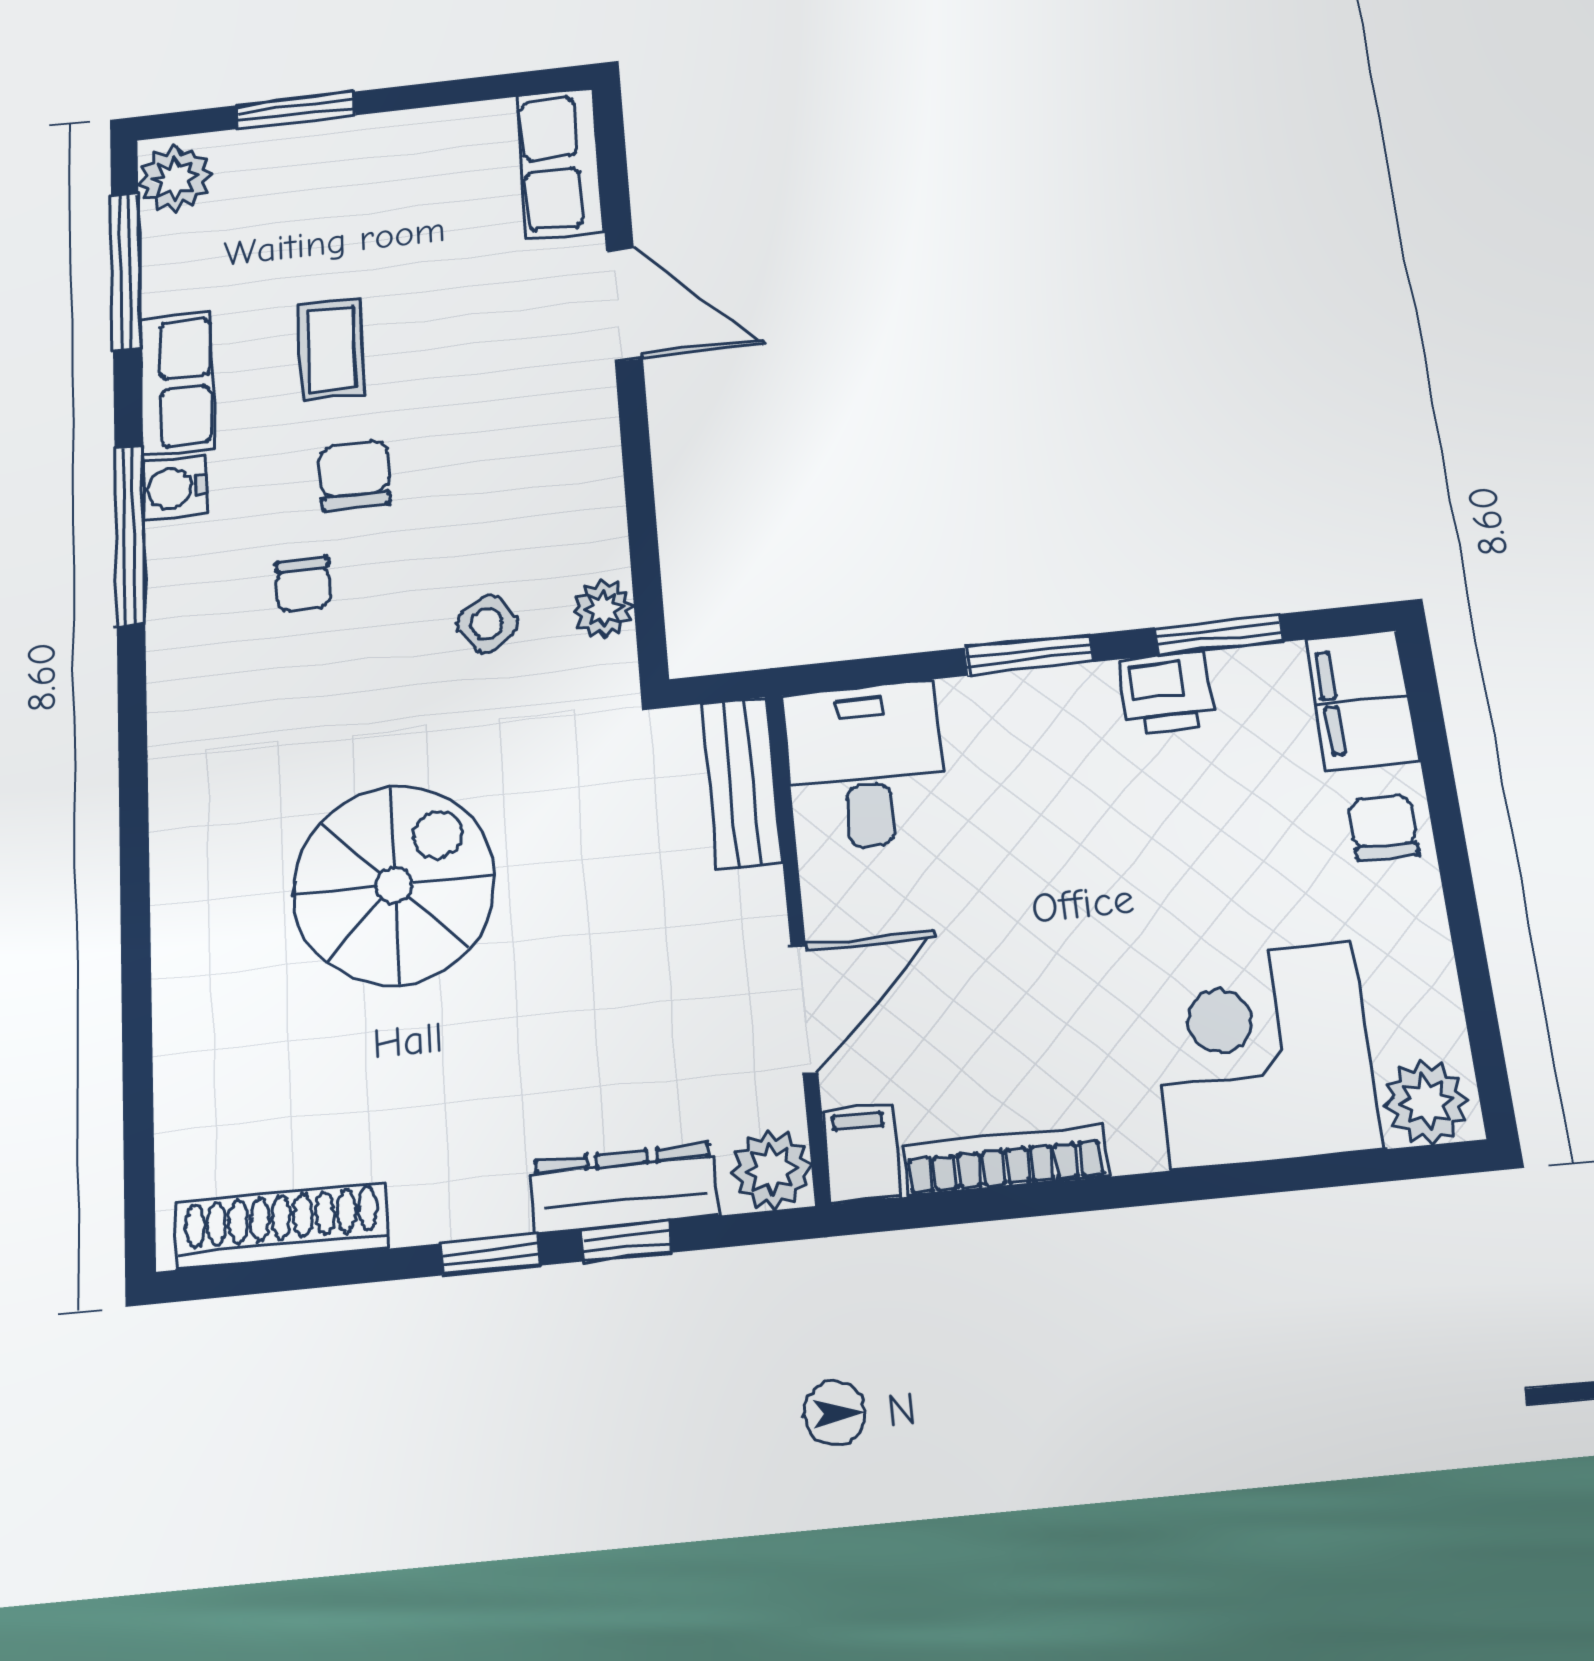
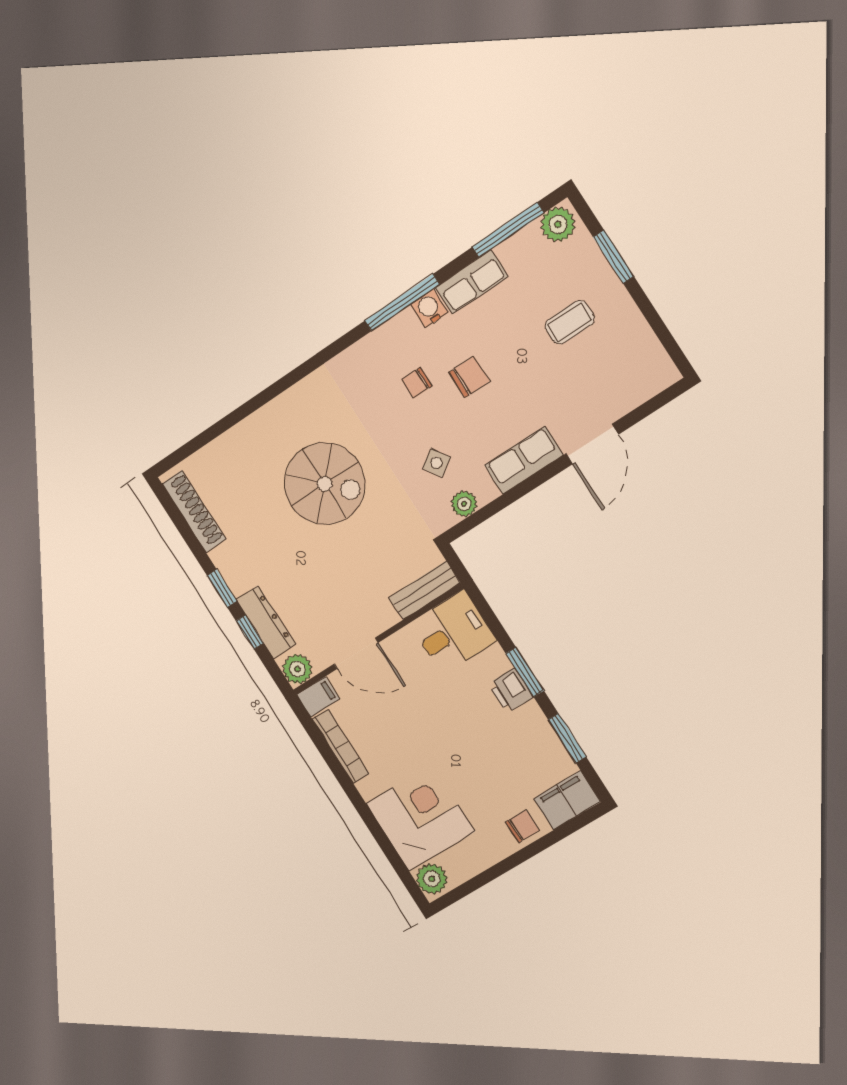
row of seats: (561, 163) -> (524, 460), moved
coffee table: (331, 349) -> (570, 322), moved
printer: (1167, 692) -> (511, 690), moved

